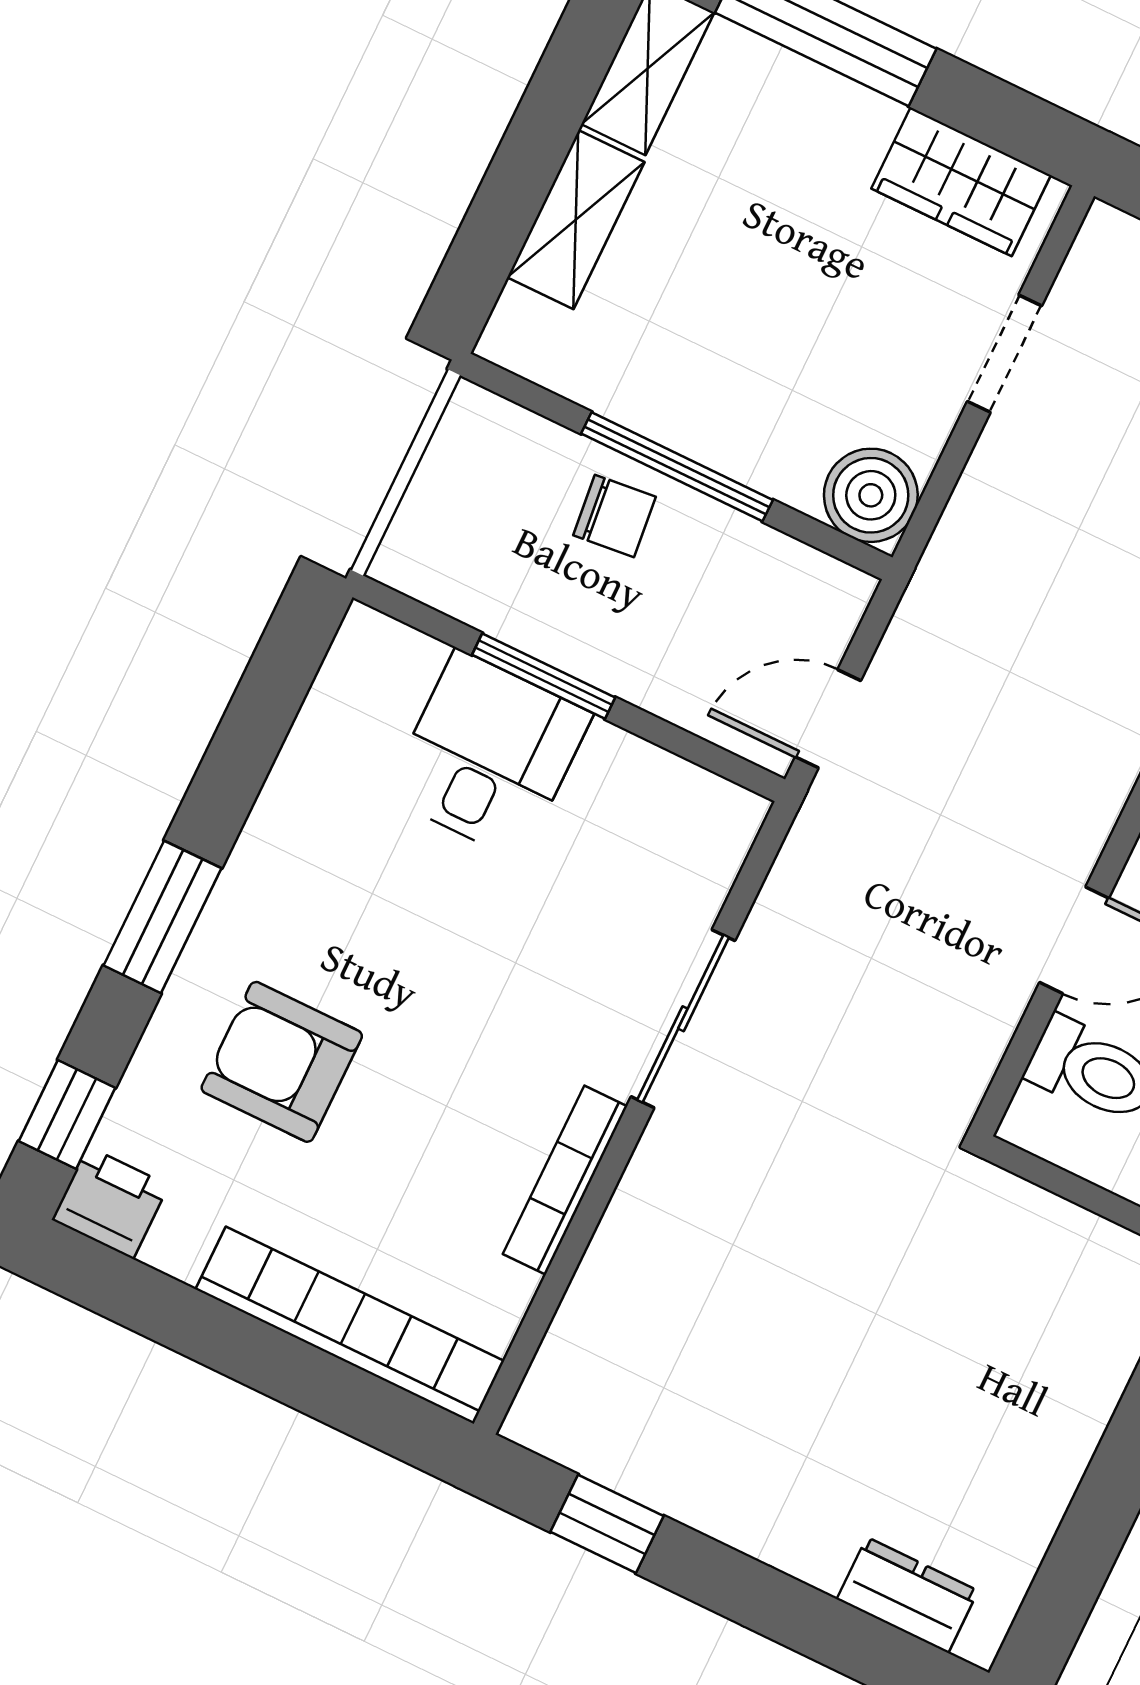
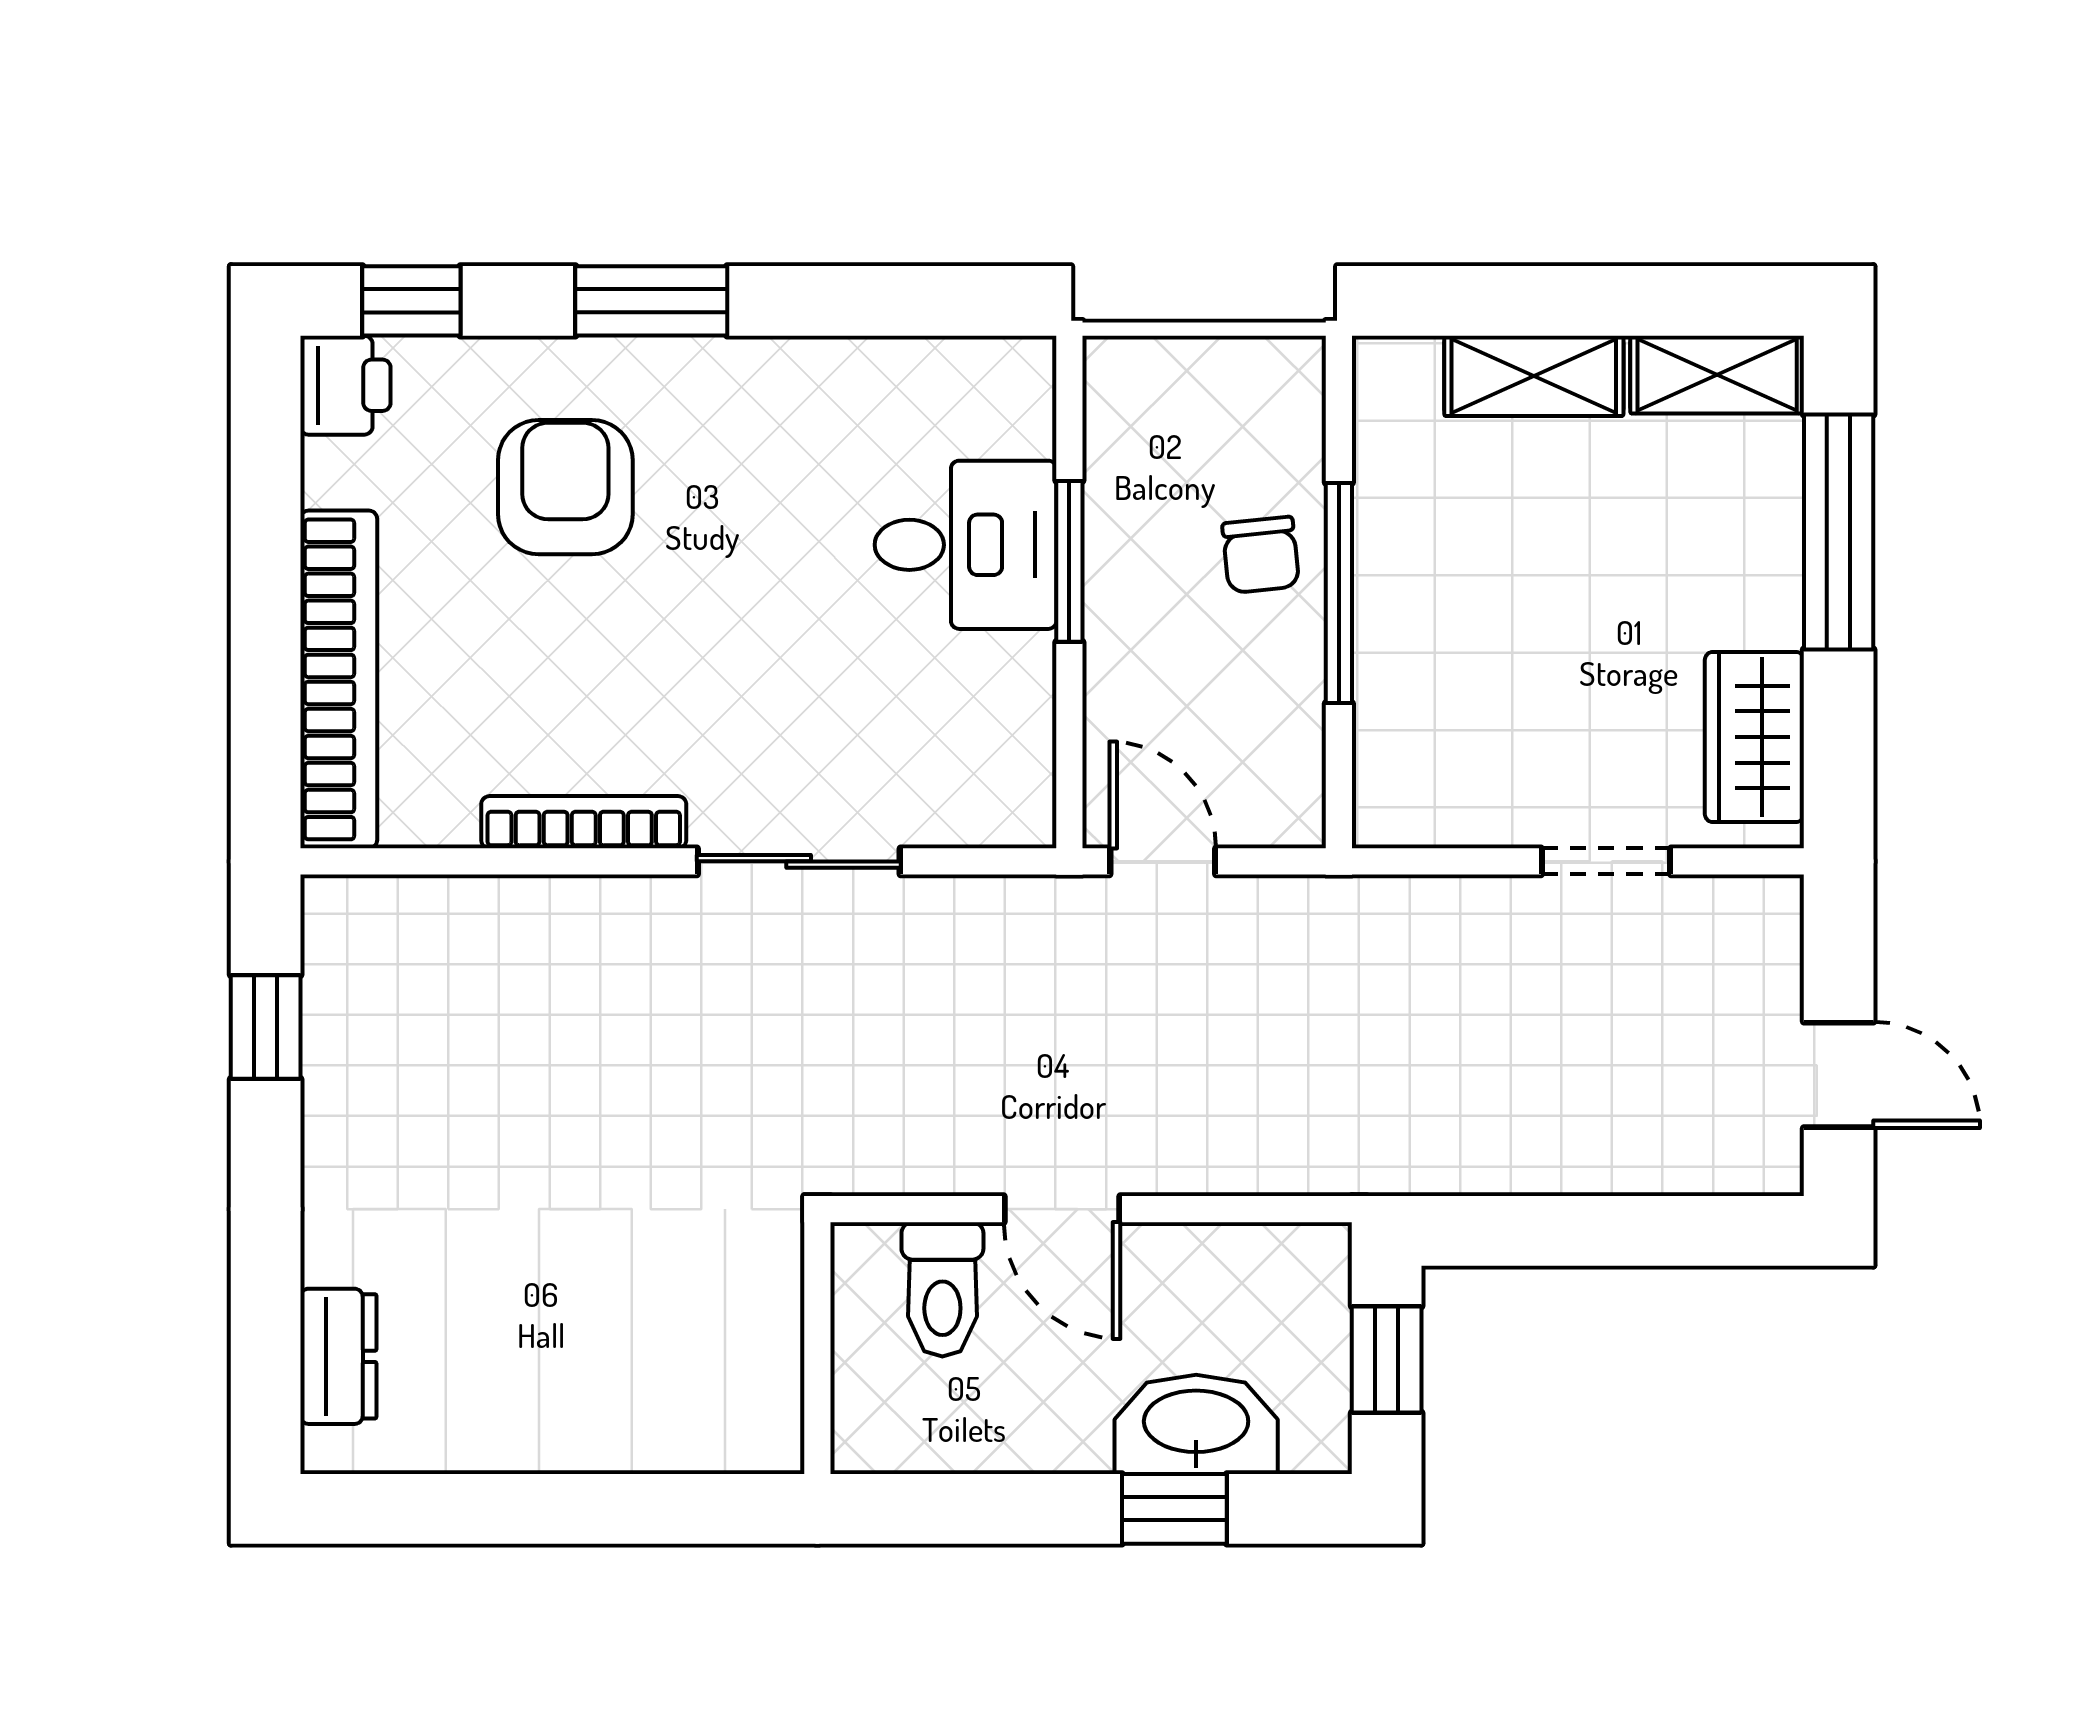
boiler: (871, 495) -> (1403, 797), removed

